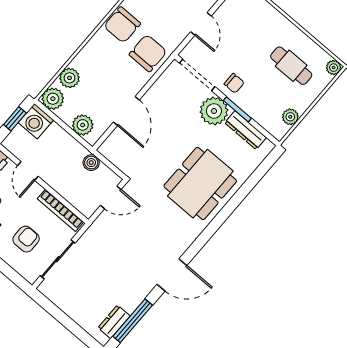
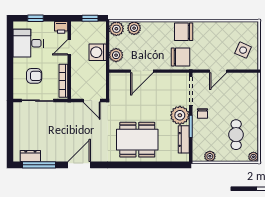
washing machine: (36, 121) -> (98, 52), moved
boiler: (91, 163) -> (101, 76), removed
door: (172, 275) -> (79, 165), swing flipped

